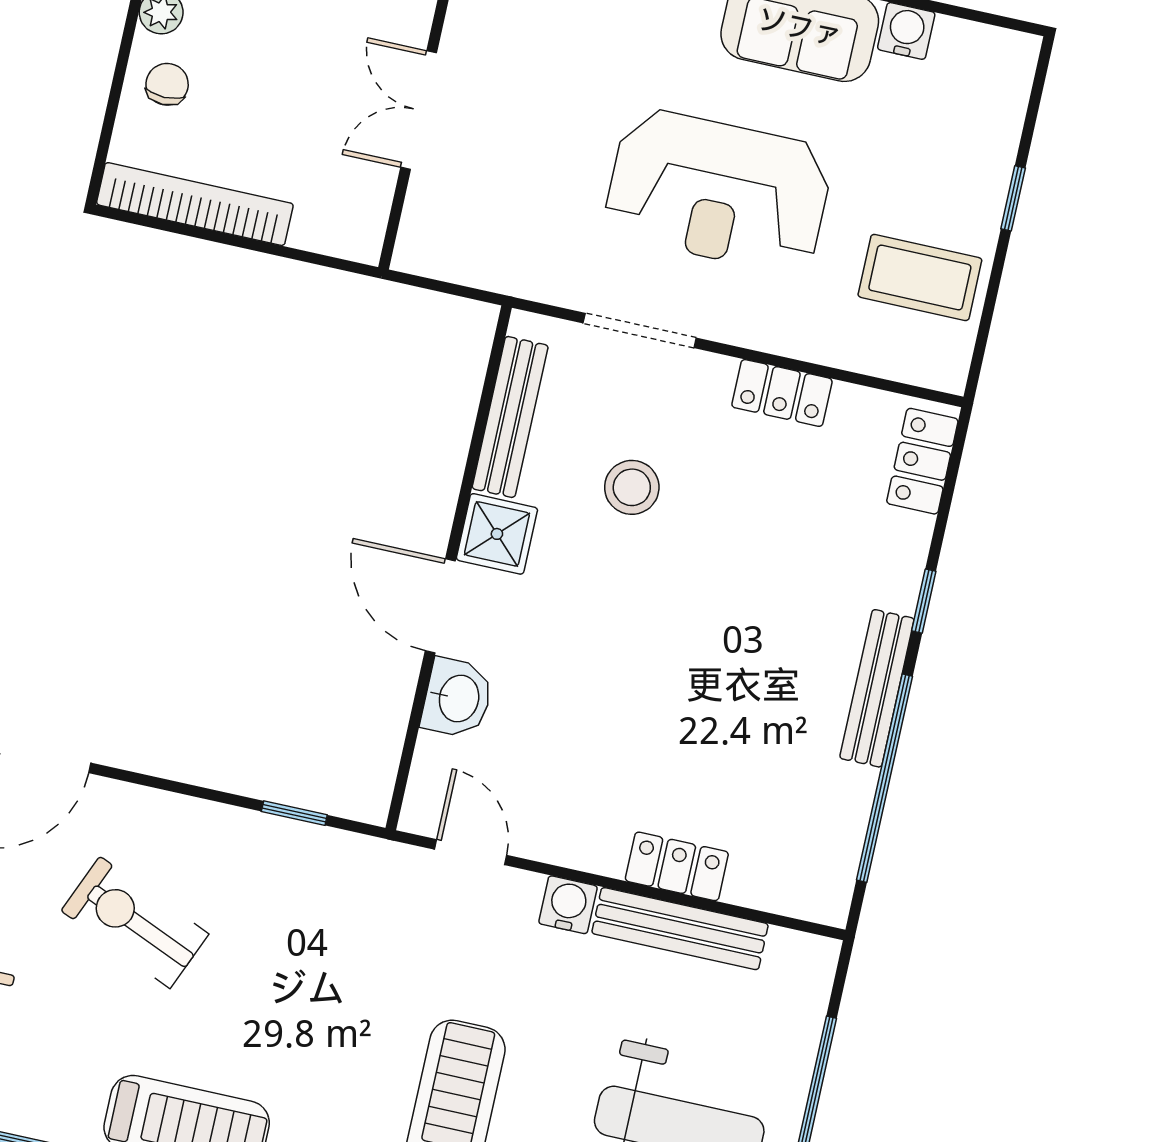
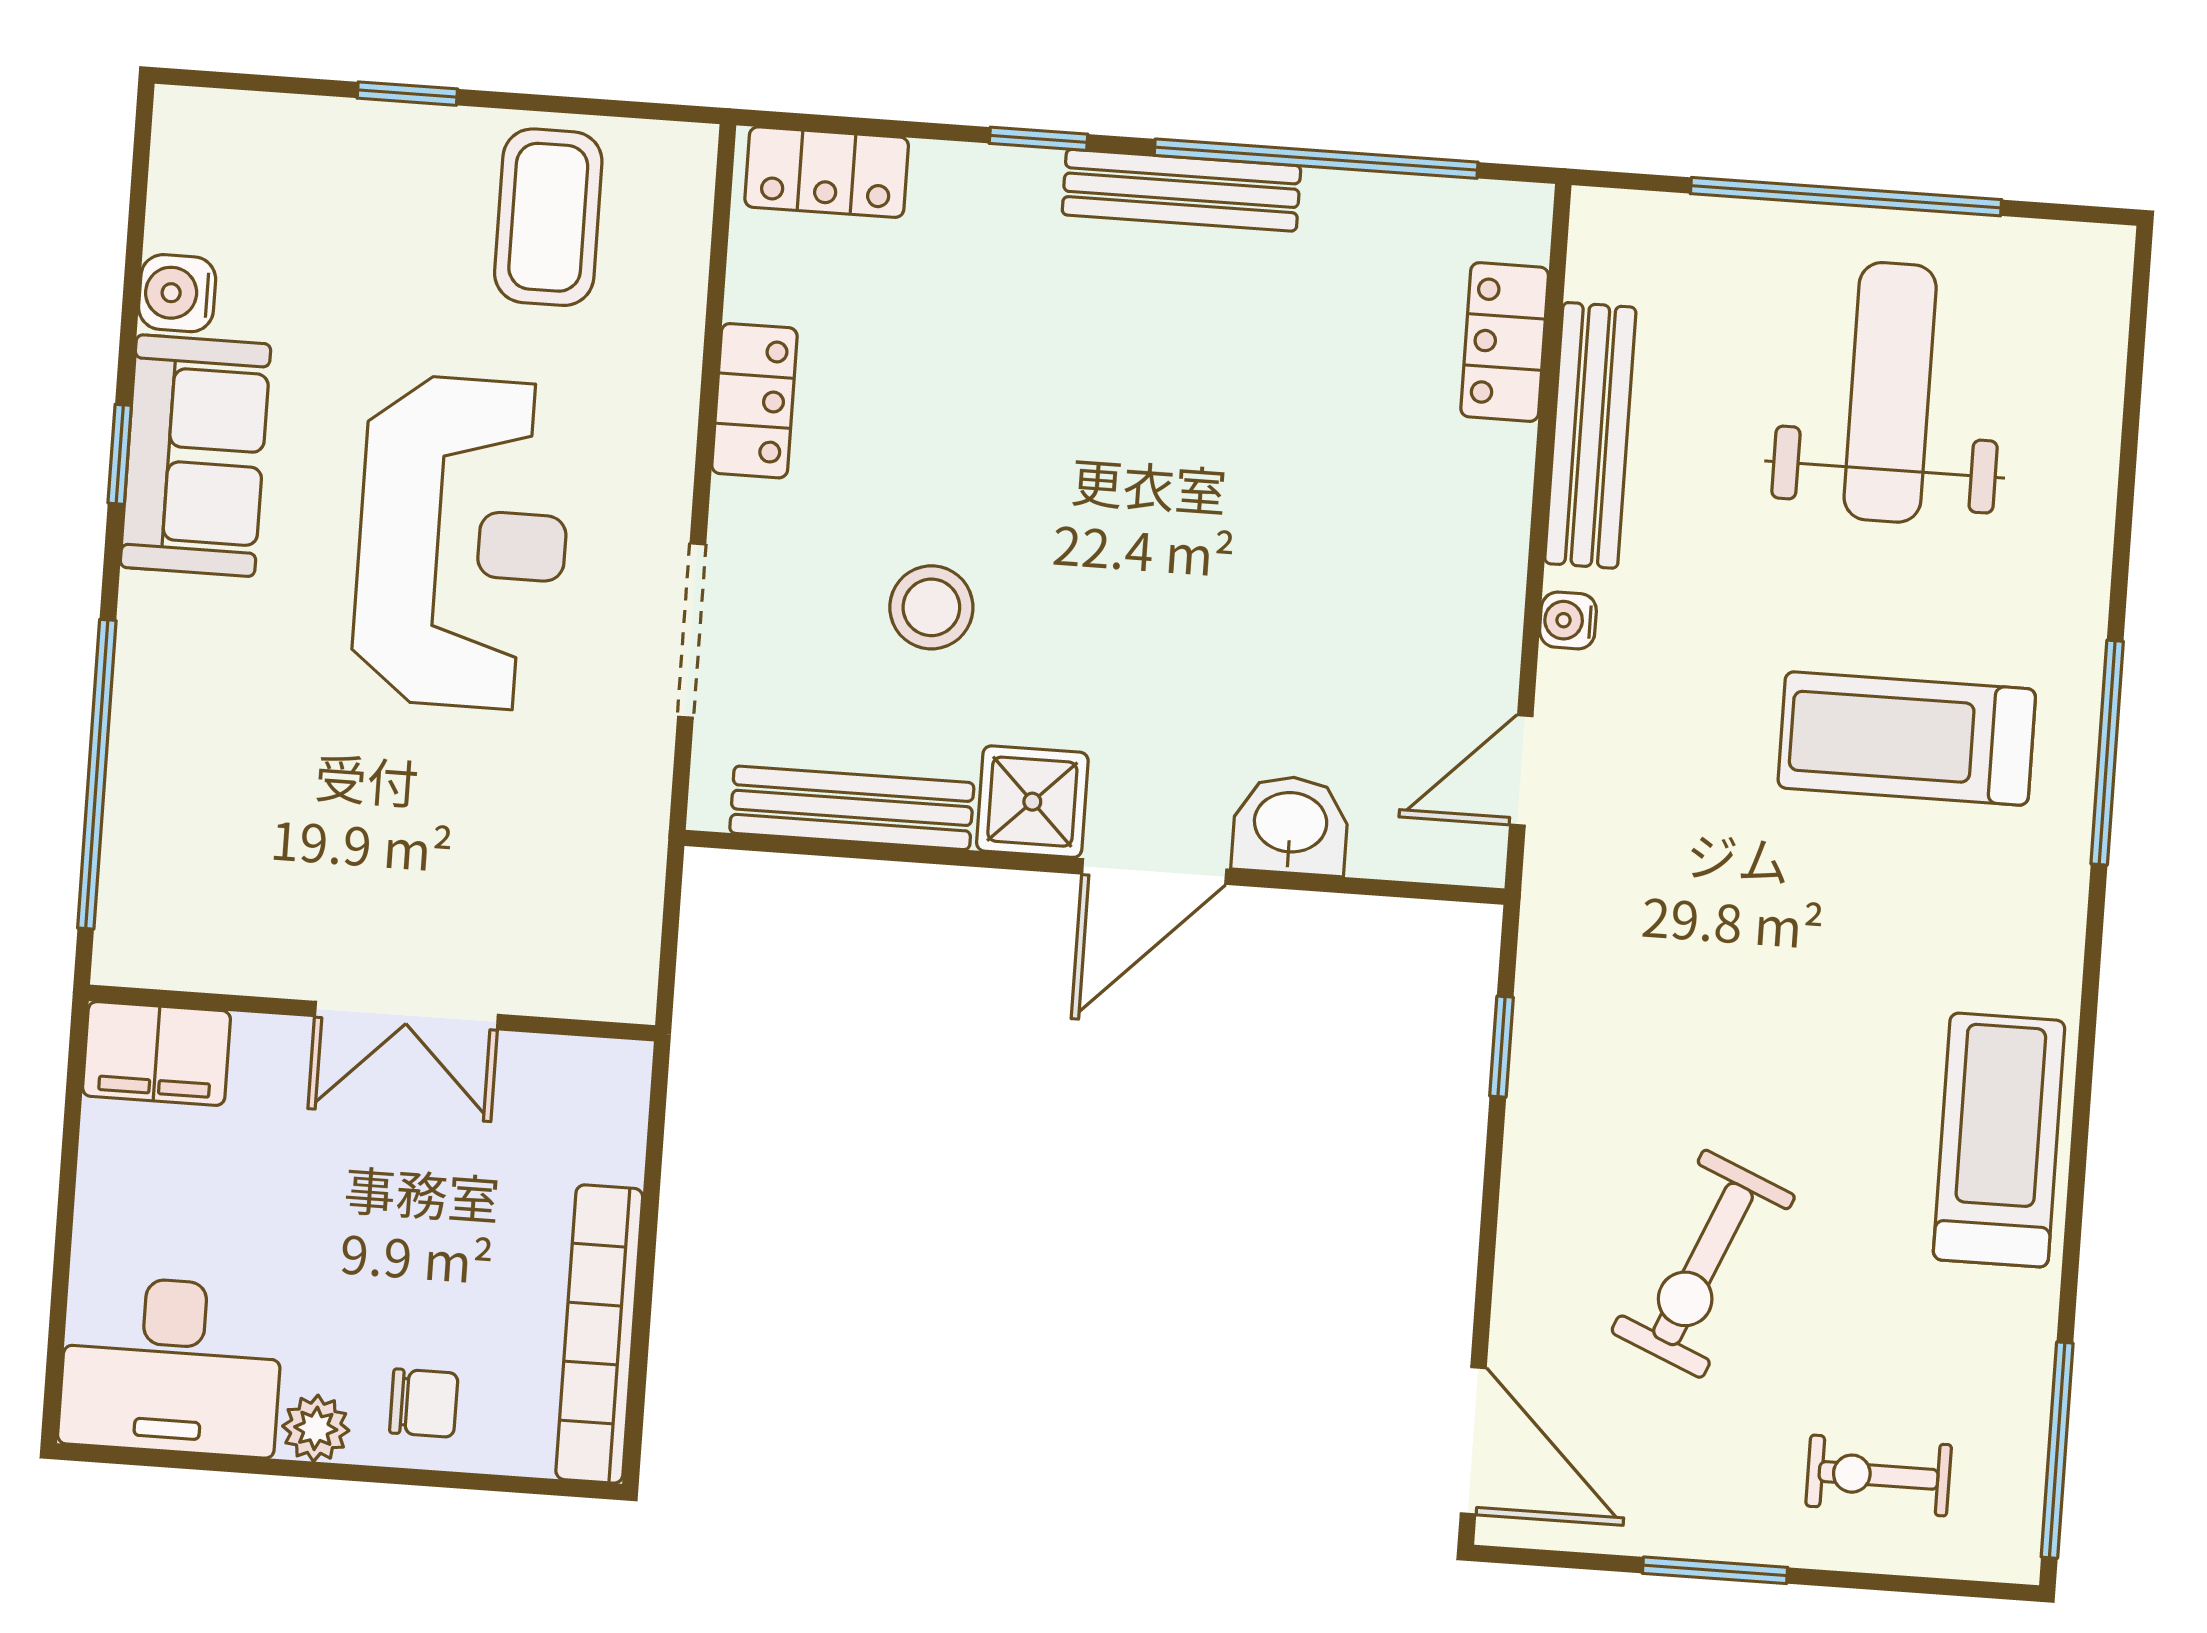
chair: (167, 84) -> (424, 1403), turned 180
locker: (677, 866) -> (1505, 342), moved
water cooler: (568, 905) -> (1568, 620), width x0.72, depth x0.72

